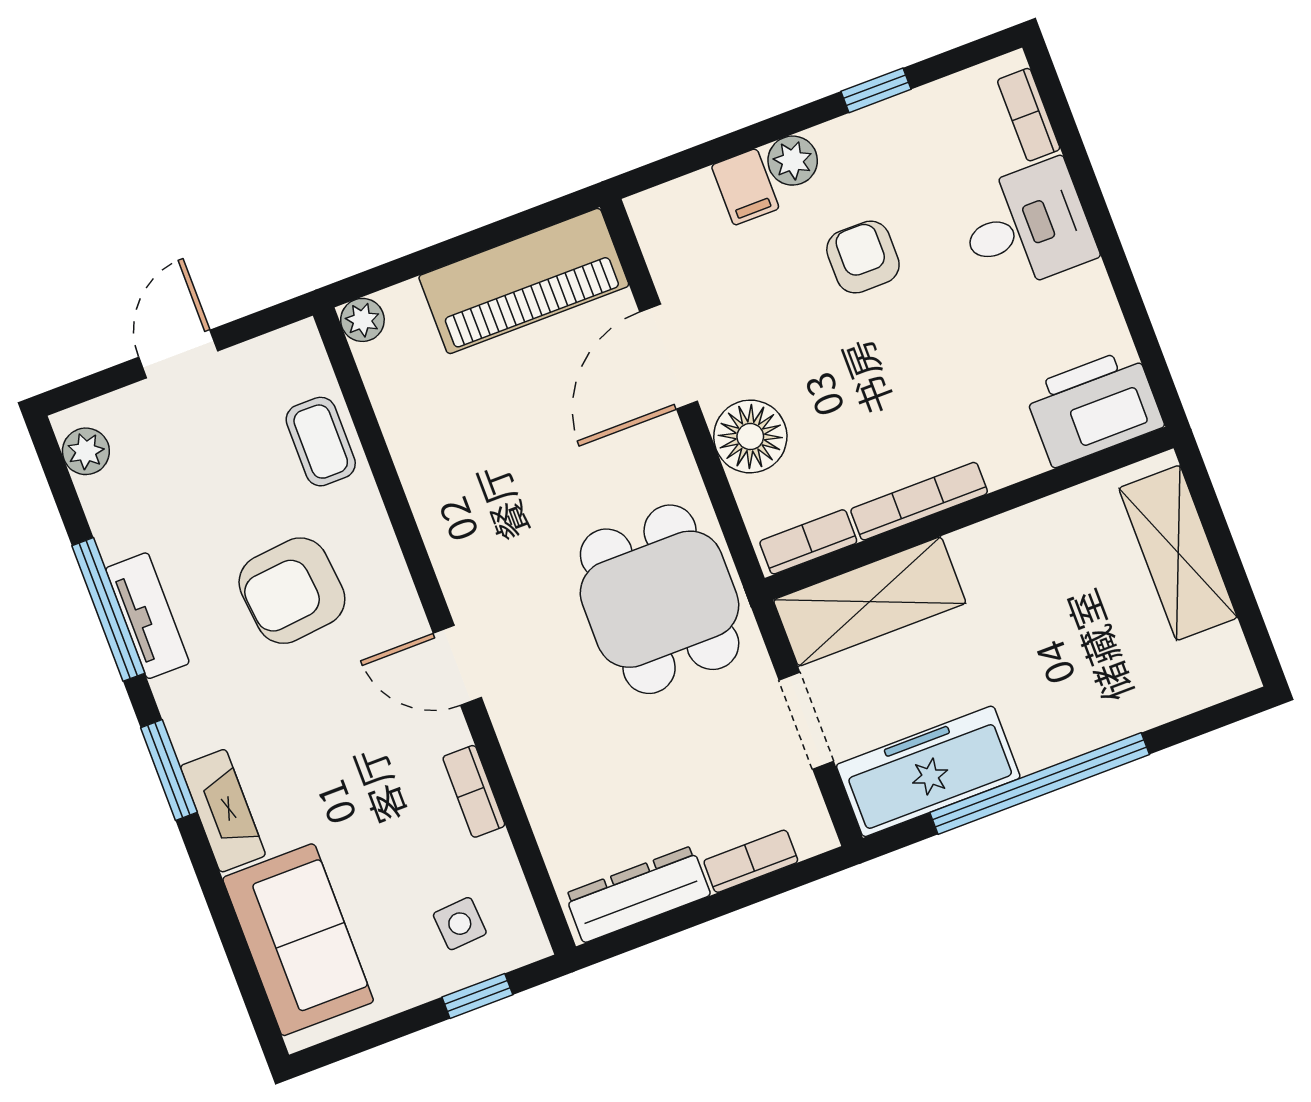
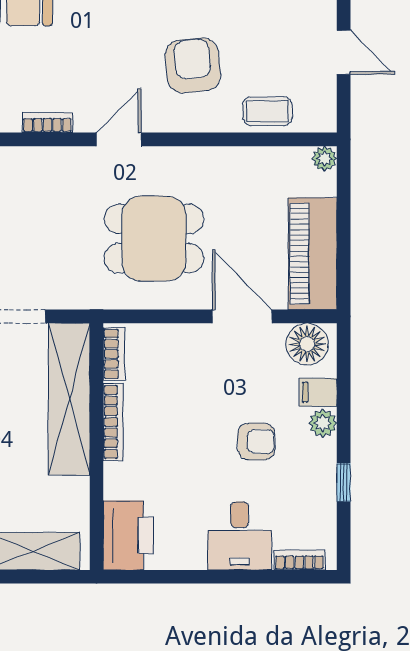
floor lamp: (750, 436) -> (307, 344), moved
dining table: (660, 599) -> (154, 239), moved
shelving: (870, 601) -> (69, 399), width x1.47

